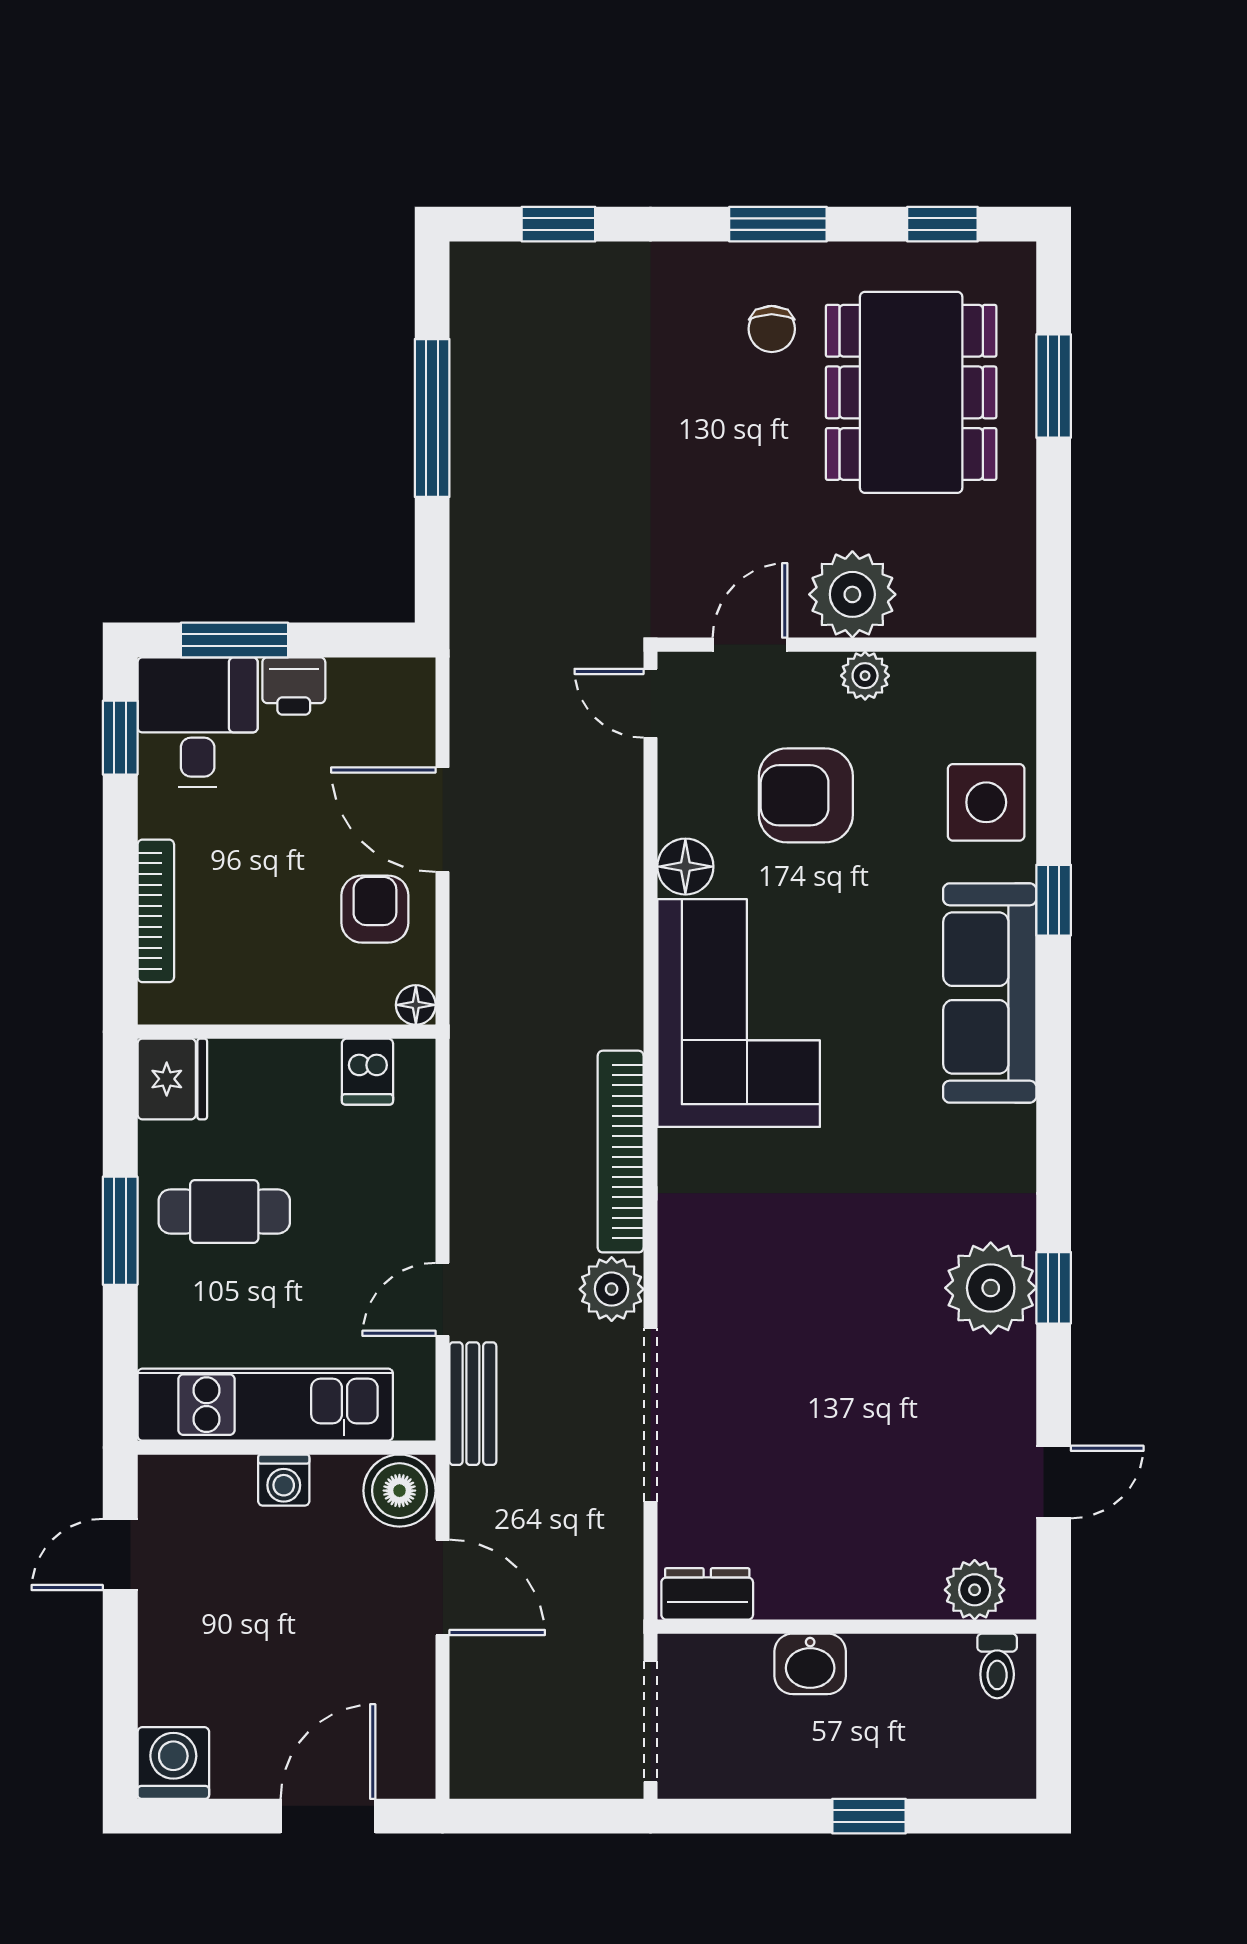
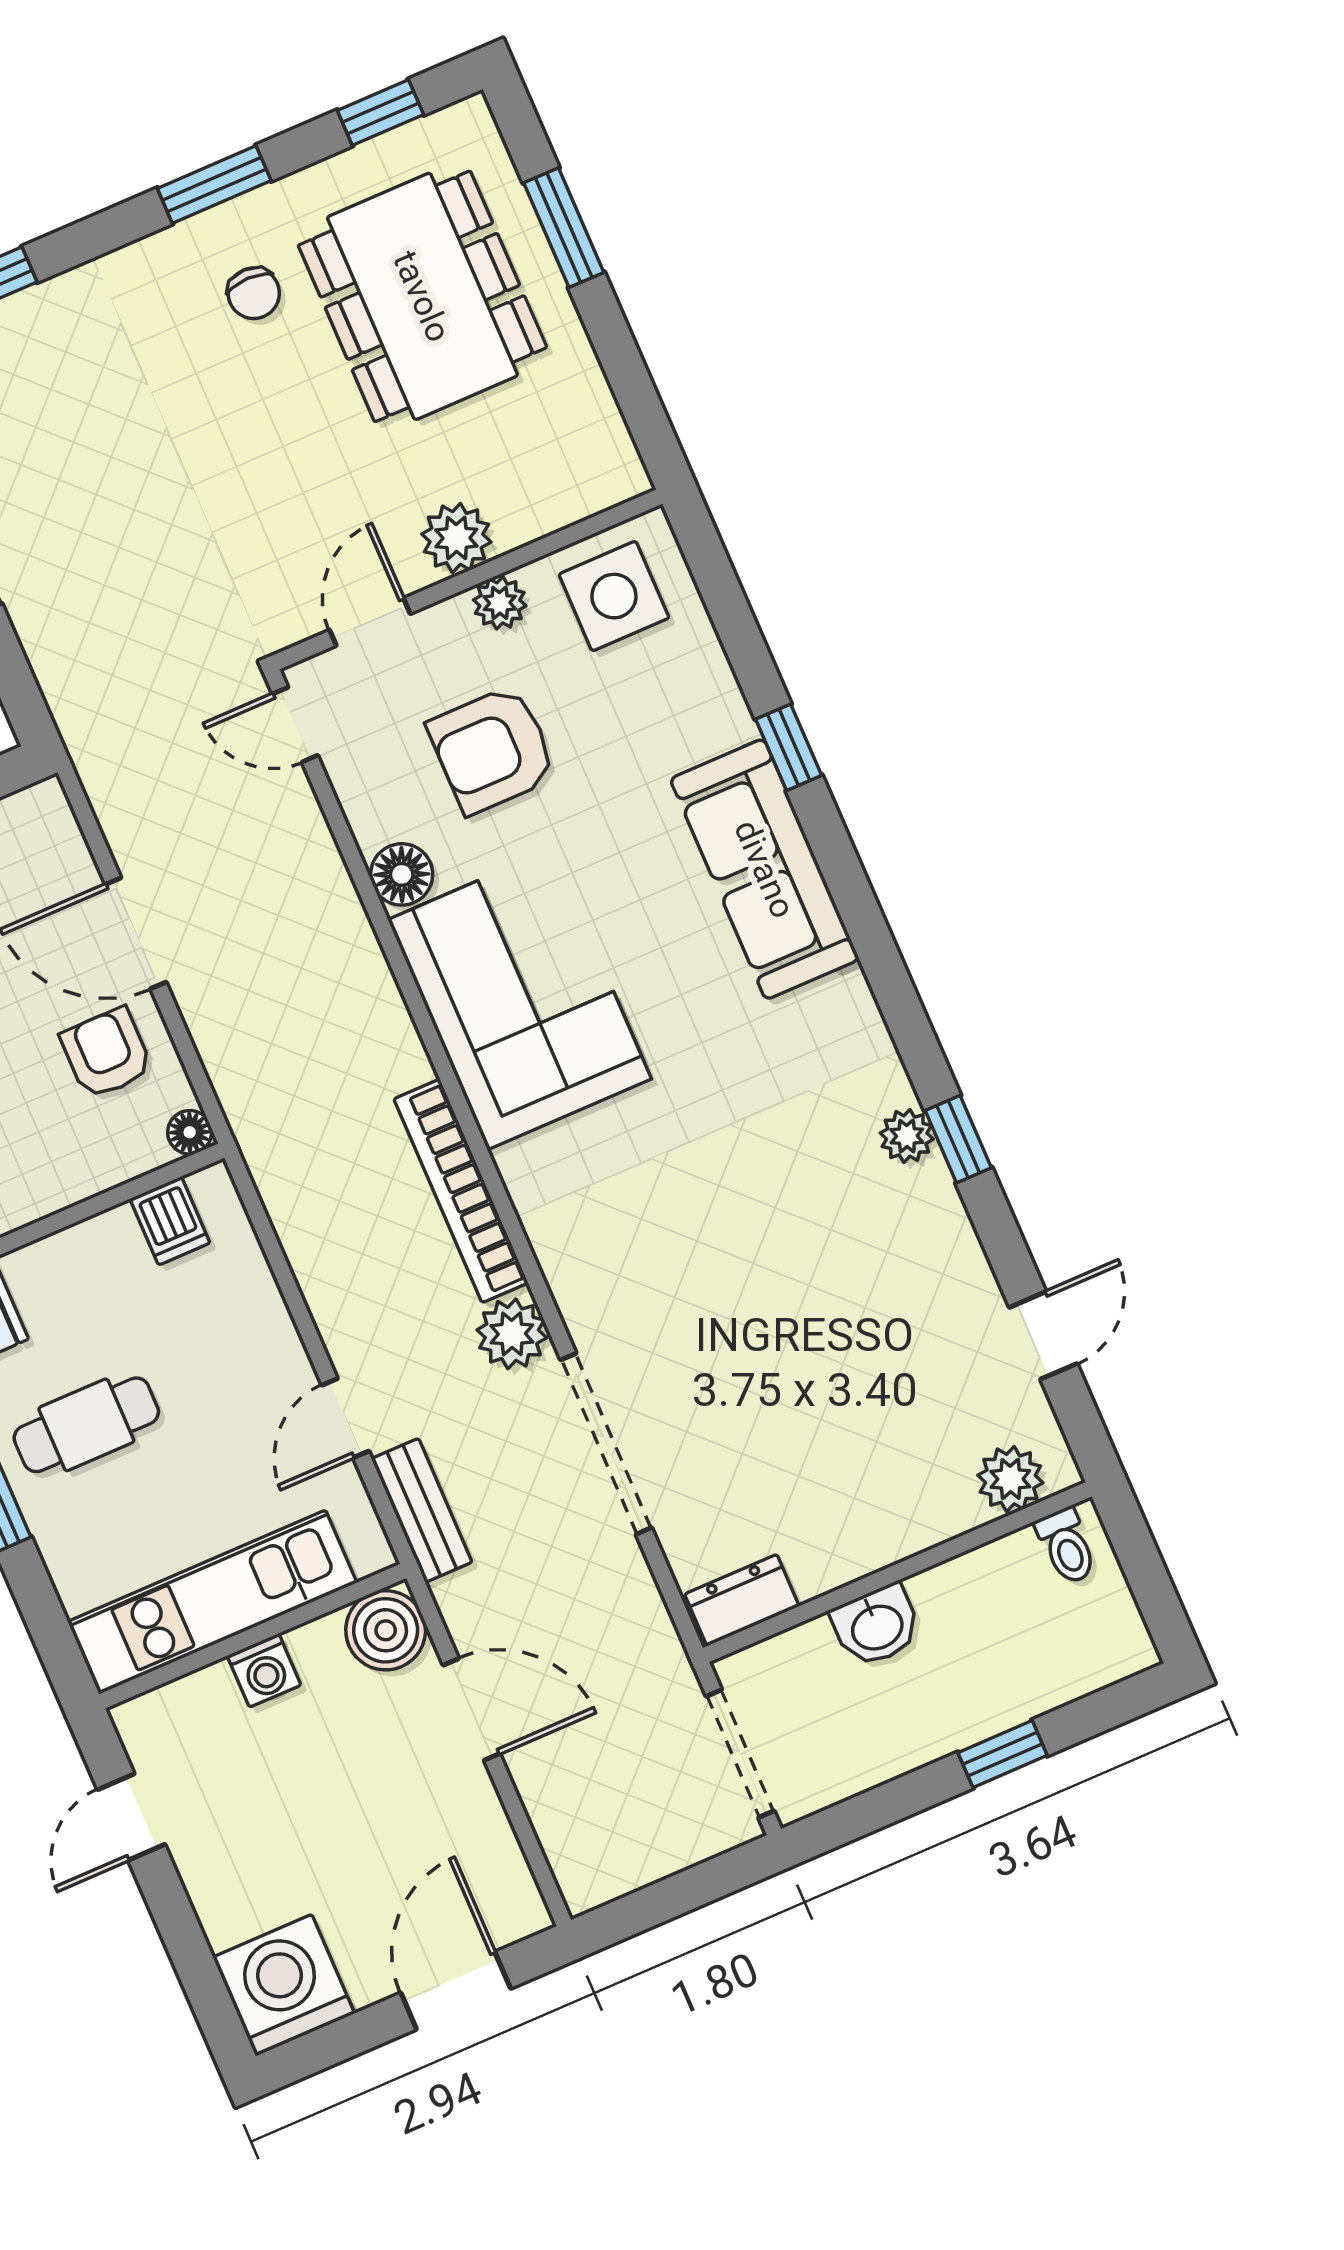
plant: (852, 594) -> (456, 538), width x0.73, depth x0.73
side table: (986, 802) -> (614, 596), moved
plant: (991, 1288) -> (907, 1136), width x0.53, depth x0.53
washing machine: (173, 1763) -> (284, 1985), width x1.37, depth x1.37

